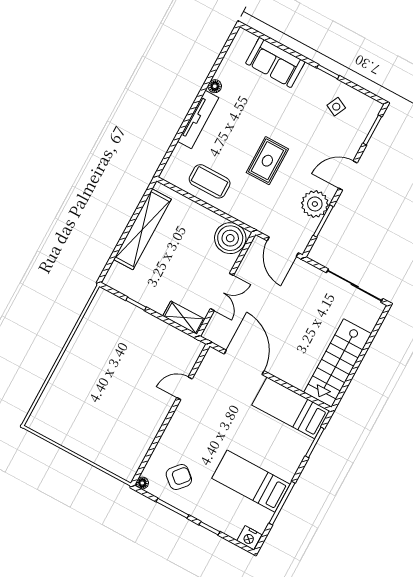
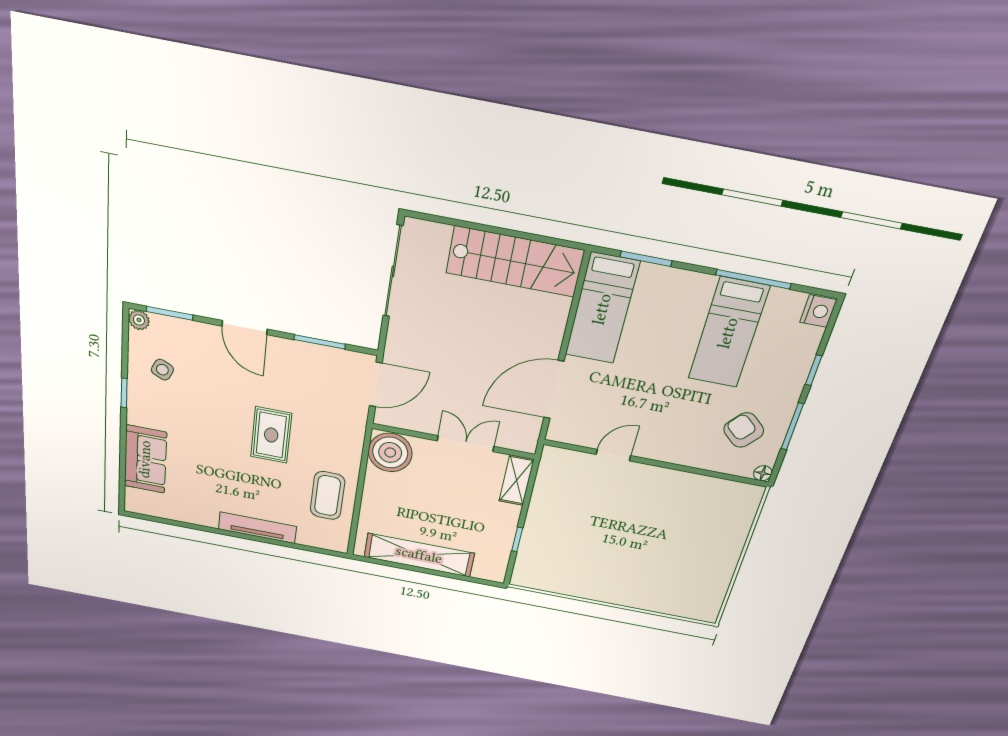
floor lamp: (215, 86) -> (209, 520), removed
rug: (267, 161) -> (271, 435), turned 90
plant: (315, 204) -> (139, 320), moved, width x0.53, depth x0.53
door: (185, 388) -> (613, 455), swing flipped

